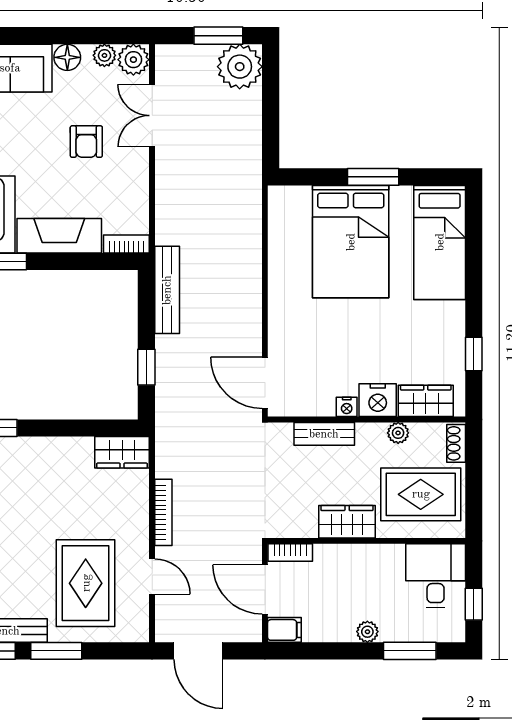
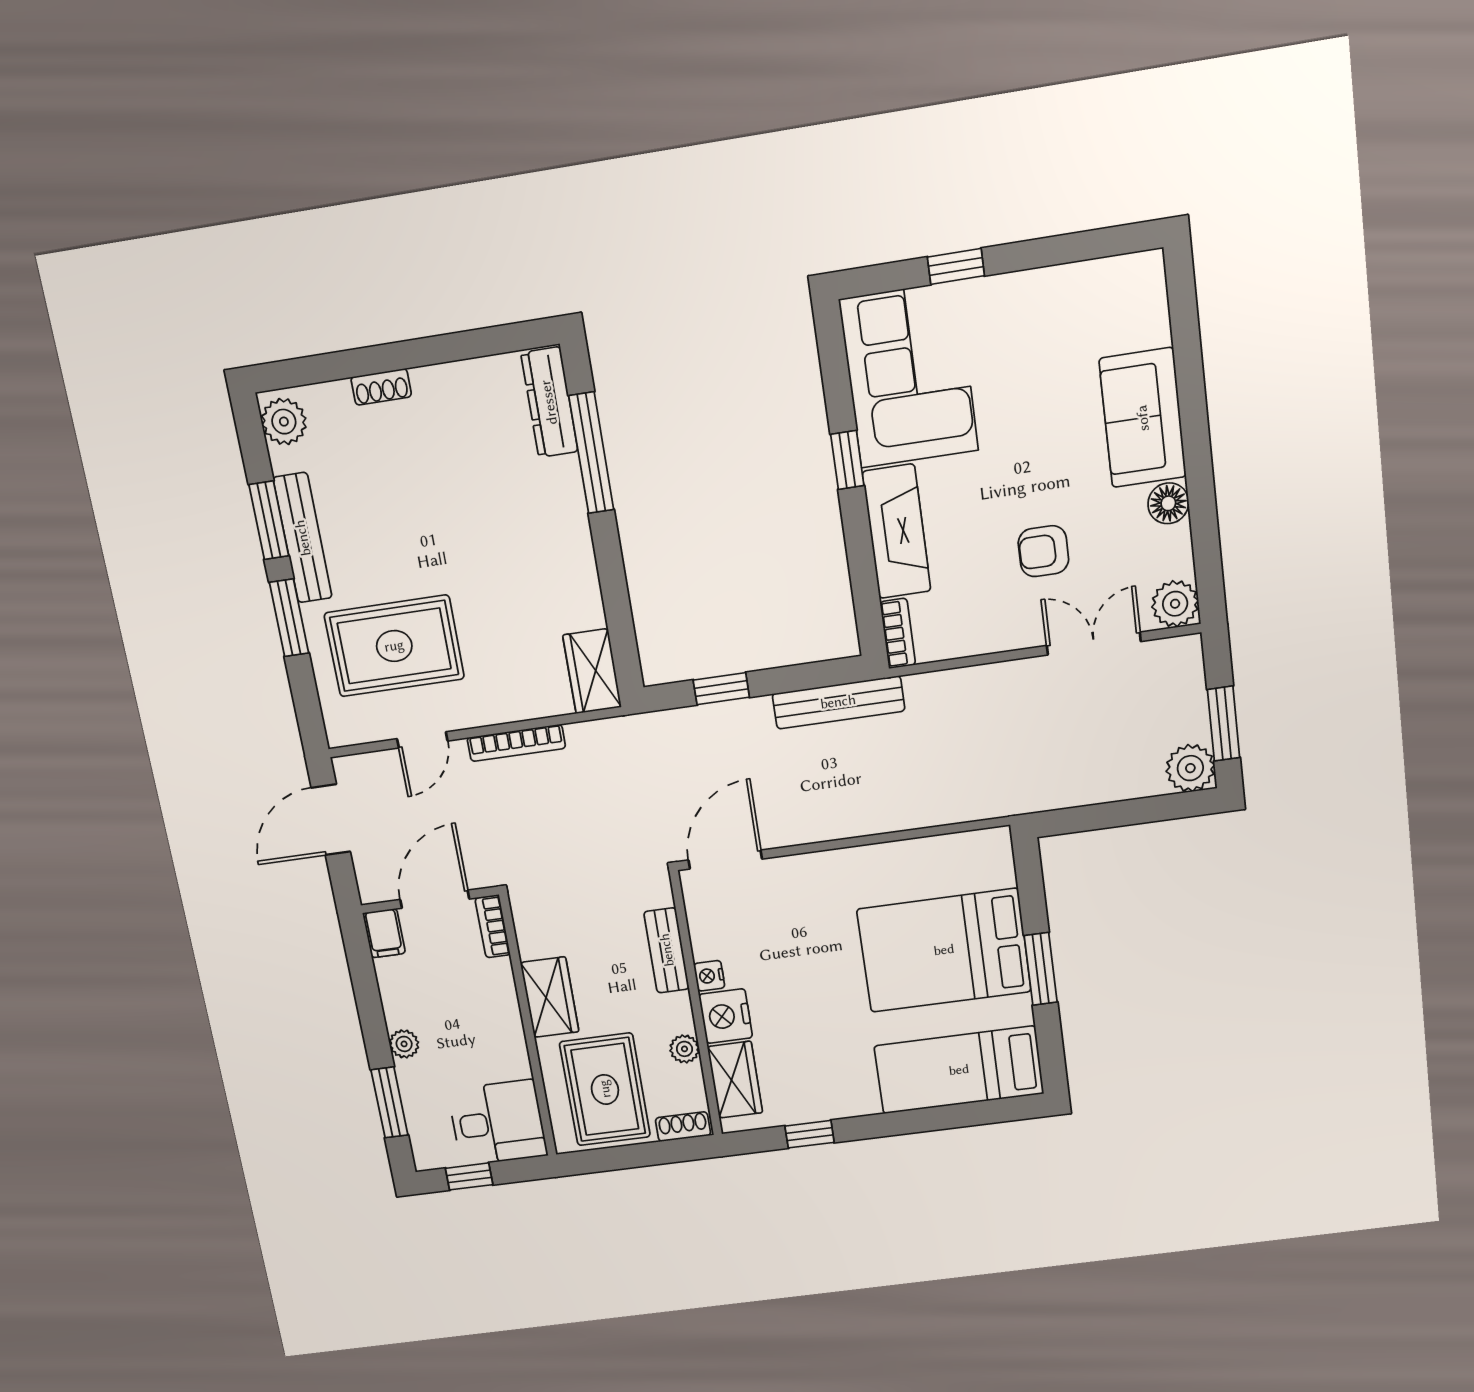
plant: (104, 55) -> (1177, 559), removed
plant: (240, 67) -> (1190, 768), width x0.73, depth x0.73

